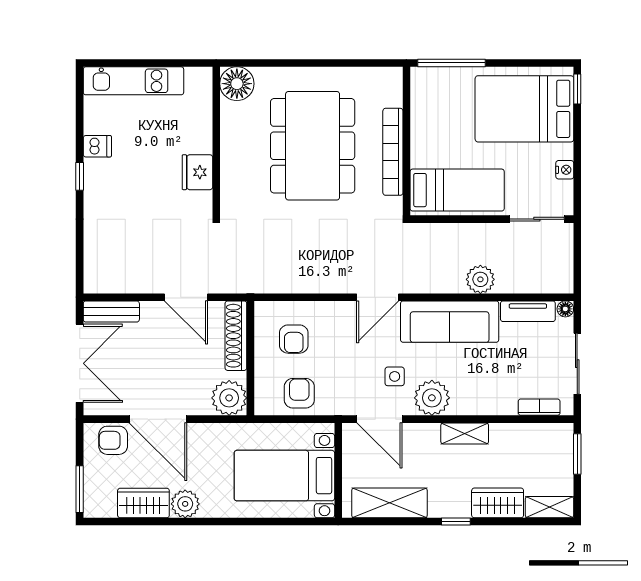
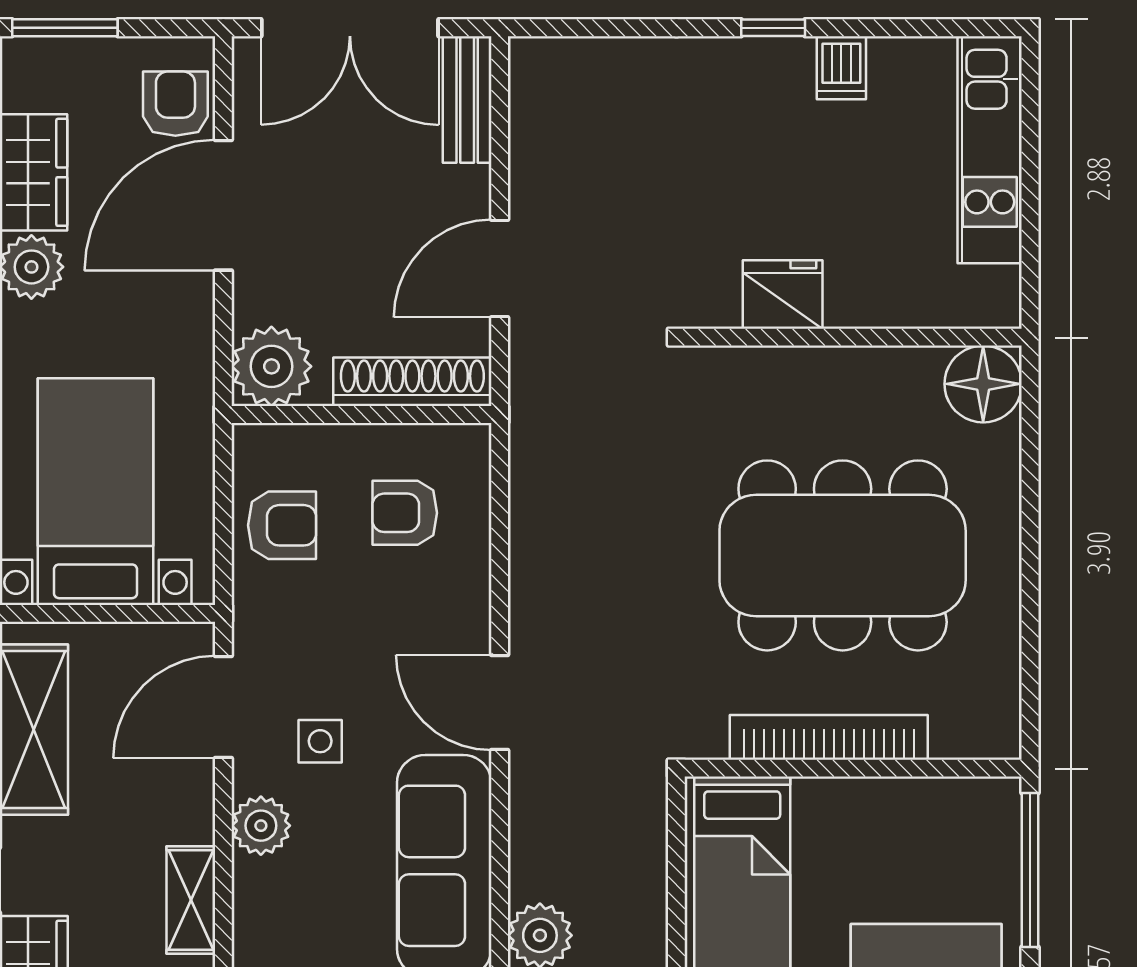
plant: (432, 398) -> (261, 826), width x0.73, depth x0.73

